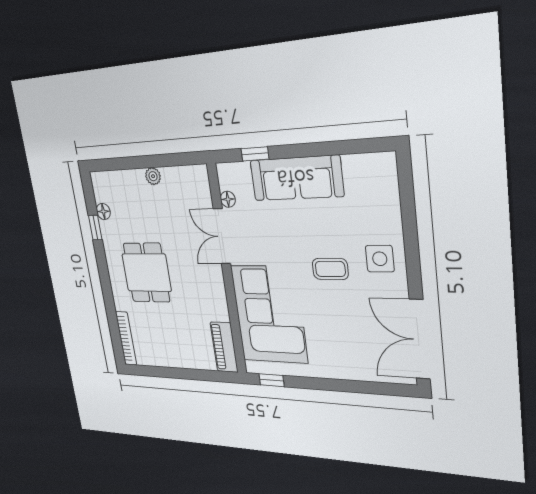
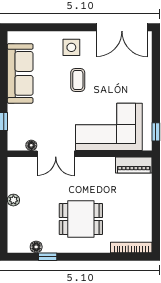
sofa: (296, 178) -> (20, 73), moved

